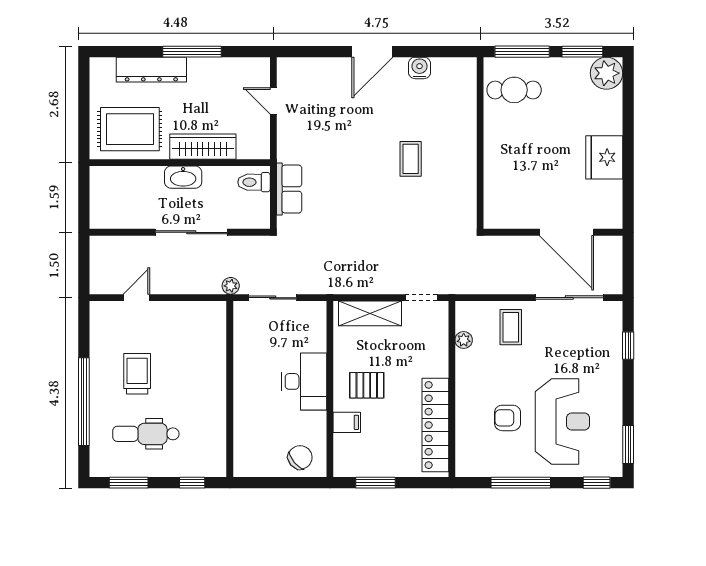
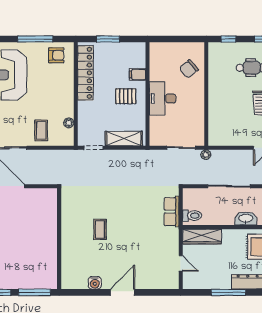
cafe table: (514, 90) -> (39, 270), removed
wardrobe: (203, 147) -> (202, 237), moved
washbasin: (183, 177) -> (246, 219), moved
armchair: (508, 418) -> (56, 55), moved
chair: (300, 457) -> (189, 69), moved
window: (376, 483) -> (108, 39), moved

